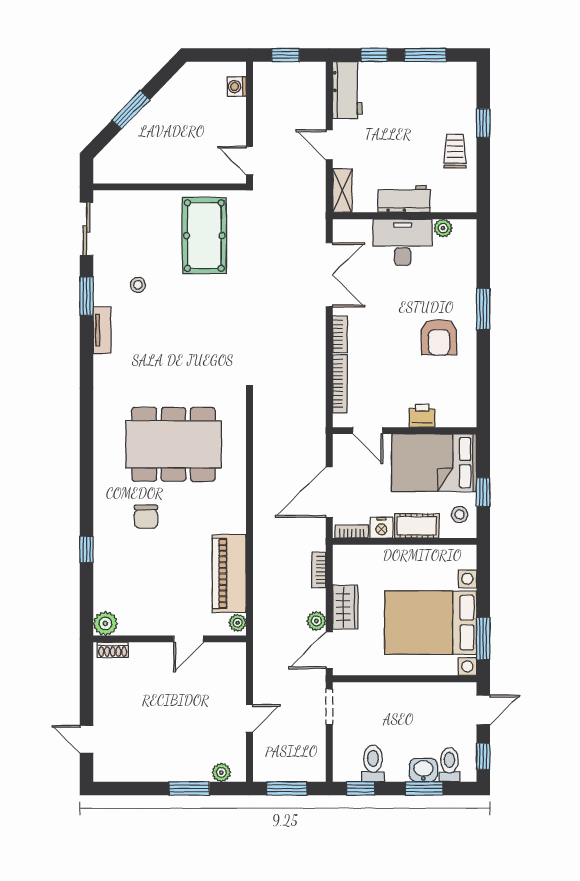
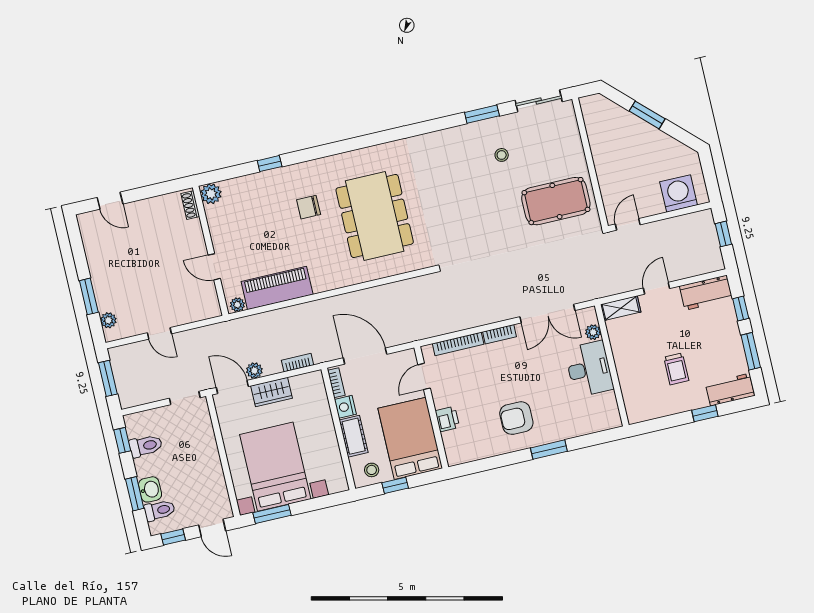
washing machine: (236, 86) -> (679, 193), width x1.89, depth x1.89
trolley: (455, 151) -> (676, 369), moved, turned 90
workbench: (404, 199) -> (730, 390), moved, turned -90
plant: (443, 228) -> (593, 332), moved
tv unit: (102, 330) -> (457, 134), removed
door: (87, 739) -> (110, 201), swing flipped

